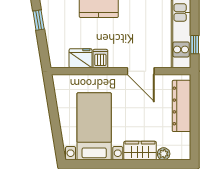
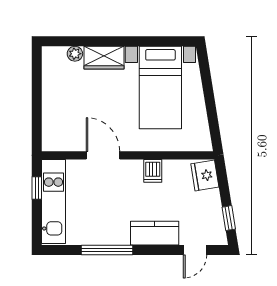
fridge: (81, 58) -> (205, 175), moved, turned 81
dresser: (182, 106) -> (53, 113), removed

